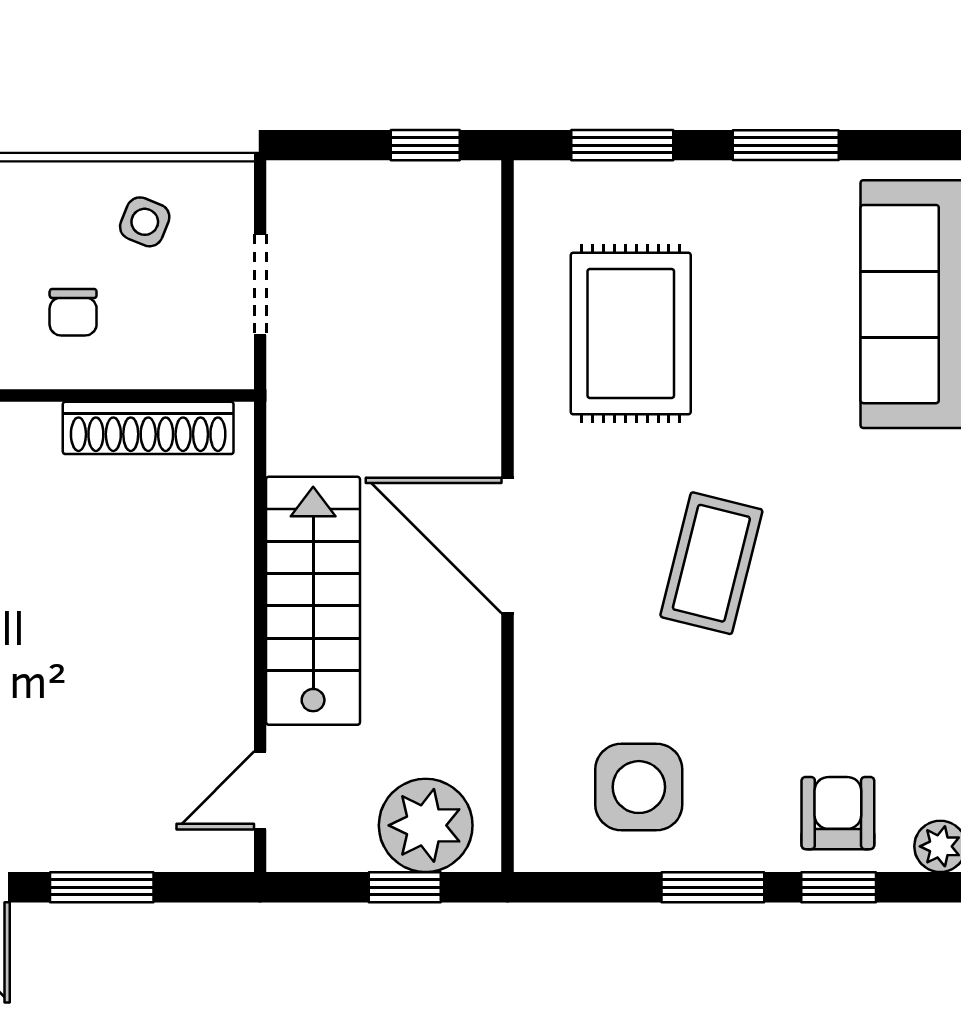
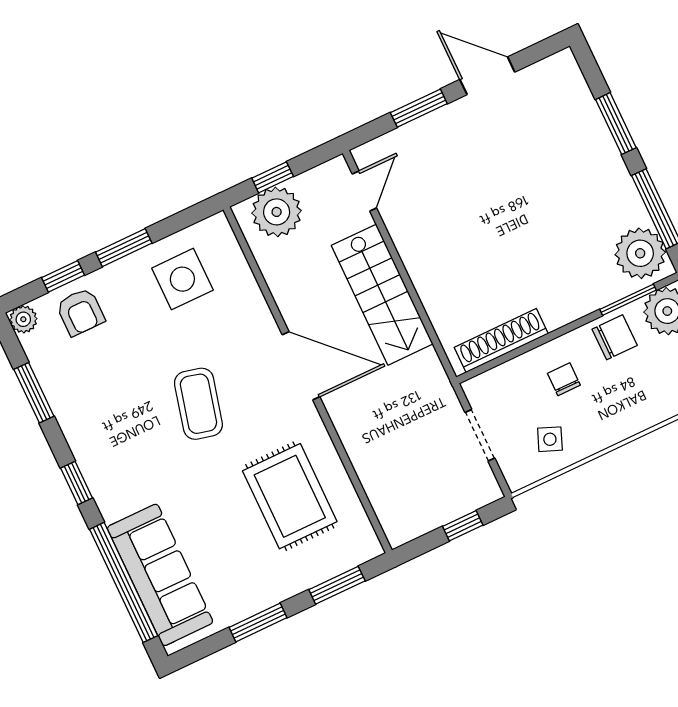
window: (425, 145) -> (463, 526), moved

